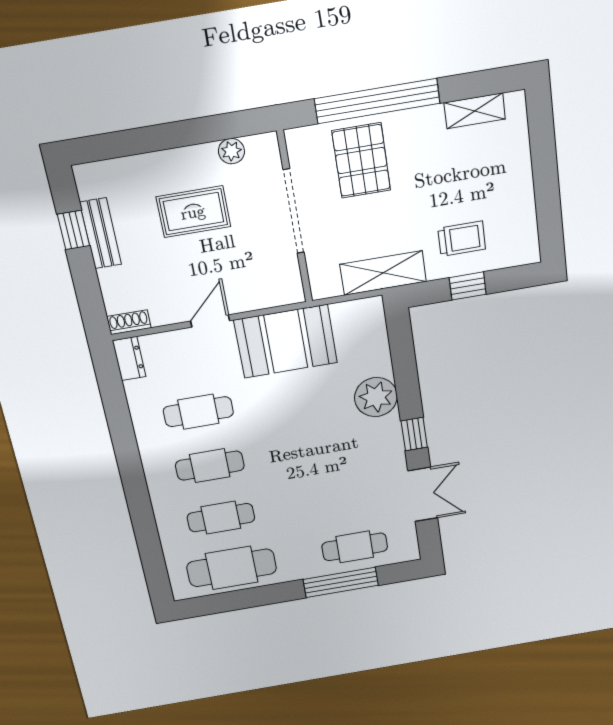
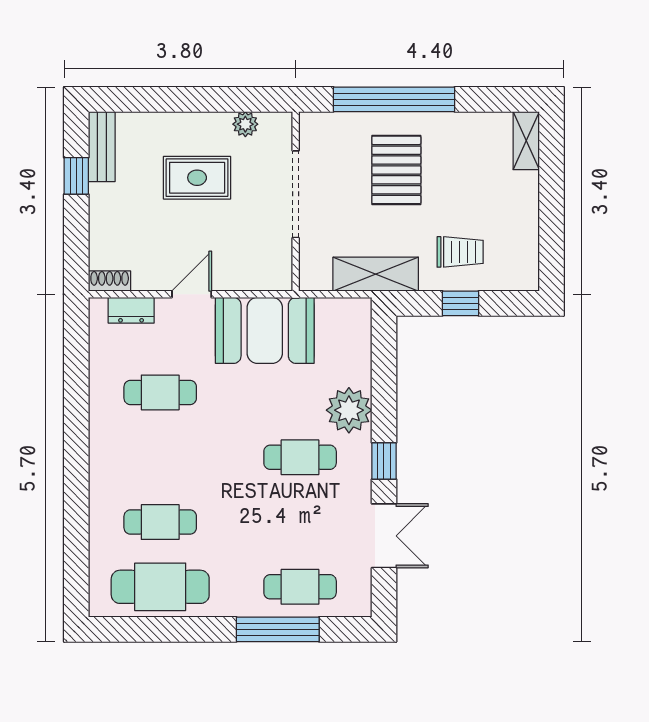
shelving: (475, 111) -> (526, 141), moved, turned 90
pallet: (361, 161) -> (396, 170), moved
bench: (101, 233) -> (102, 147), moved
dresser: (129, 359) -> (131, 310), moved, turned 90
cafe table: (210, 466) -> (300, 457), moved

